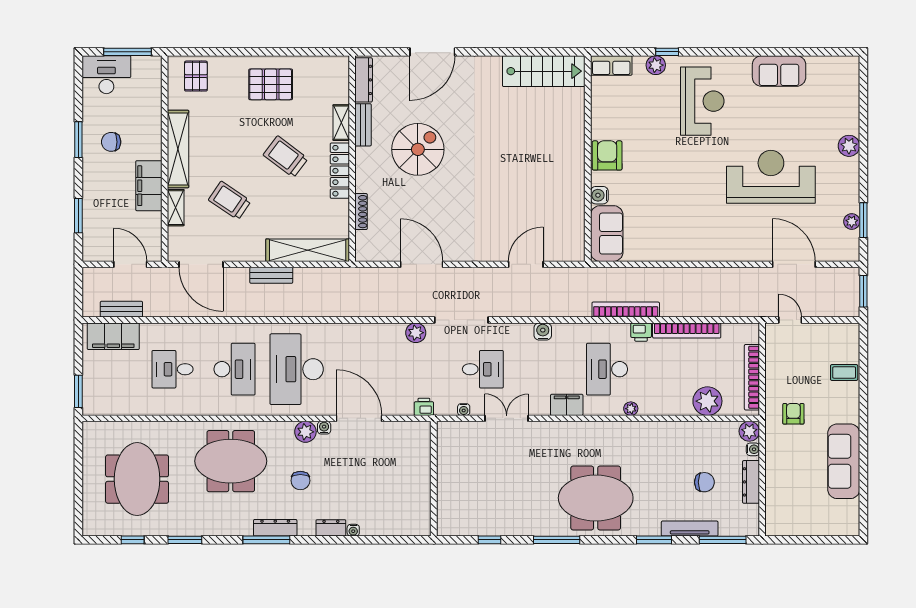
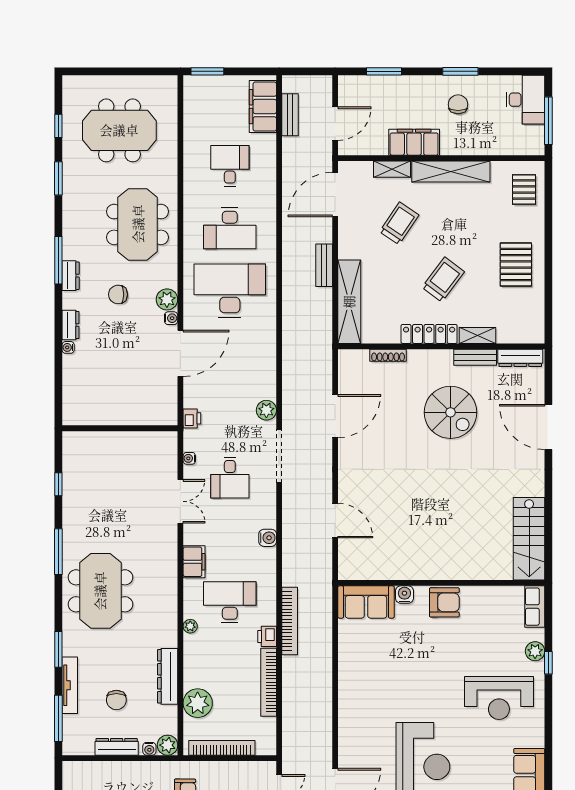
pallet: (196, 76) -> (524, 189), turned 90
dresser: (681, 431) -> (168, 676), added
dresser: (275, 528) -> (71, 276), width x0.70

